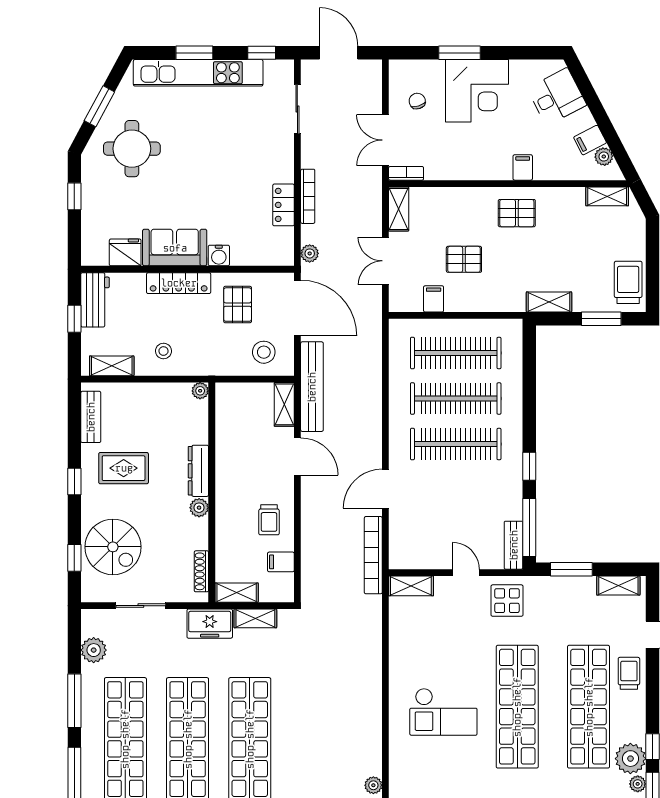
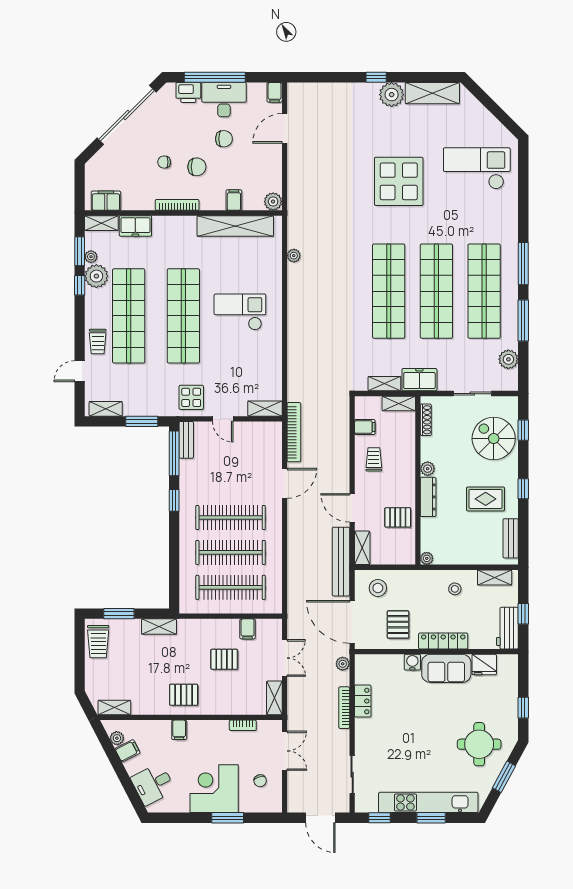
bookcase: (406, 173) -> (243, 725), moved
pallet: (238, 444) -> (398, 517), added

